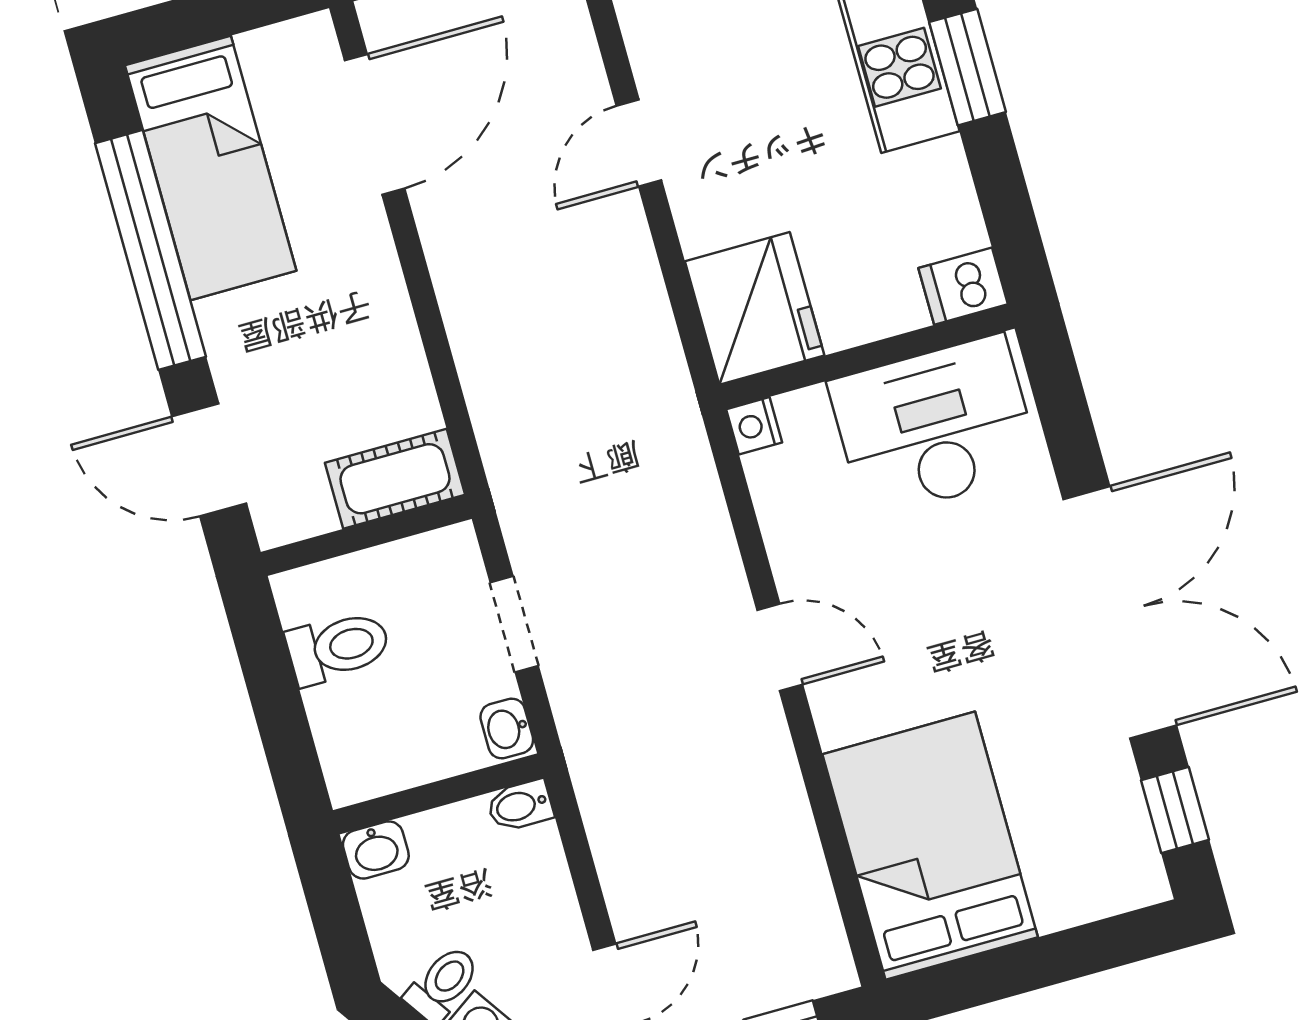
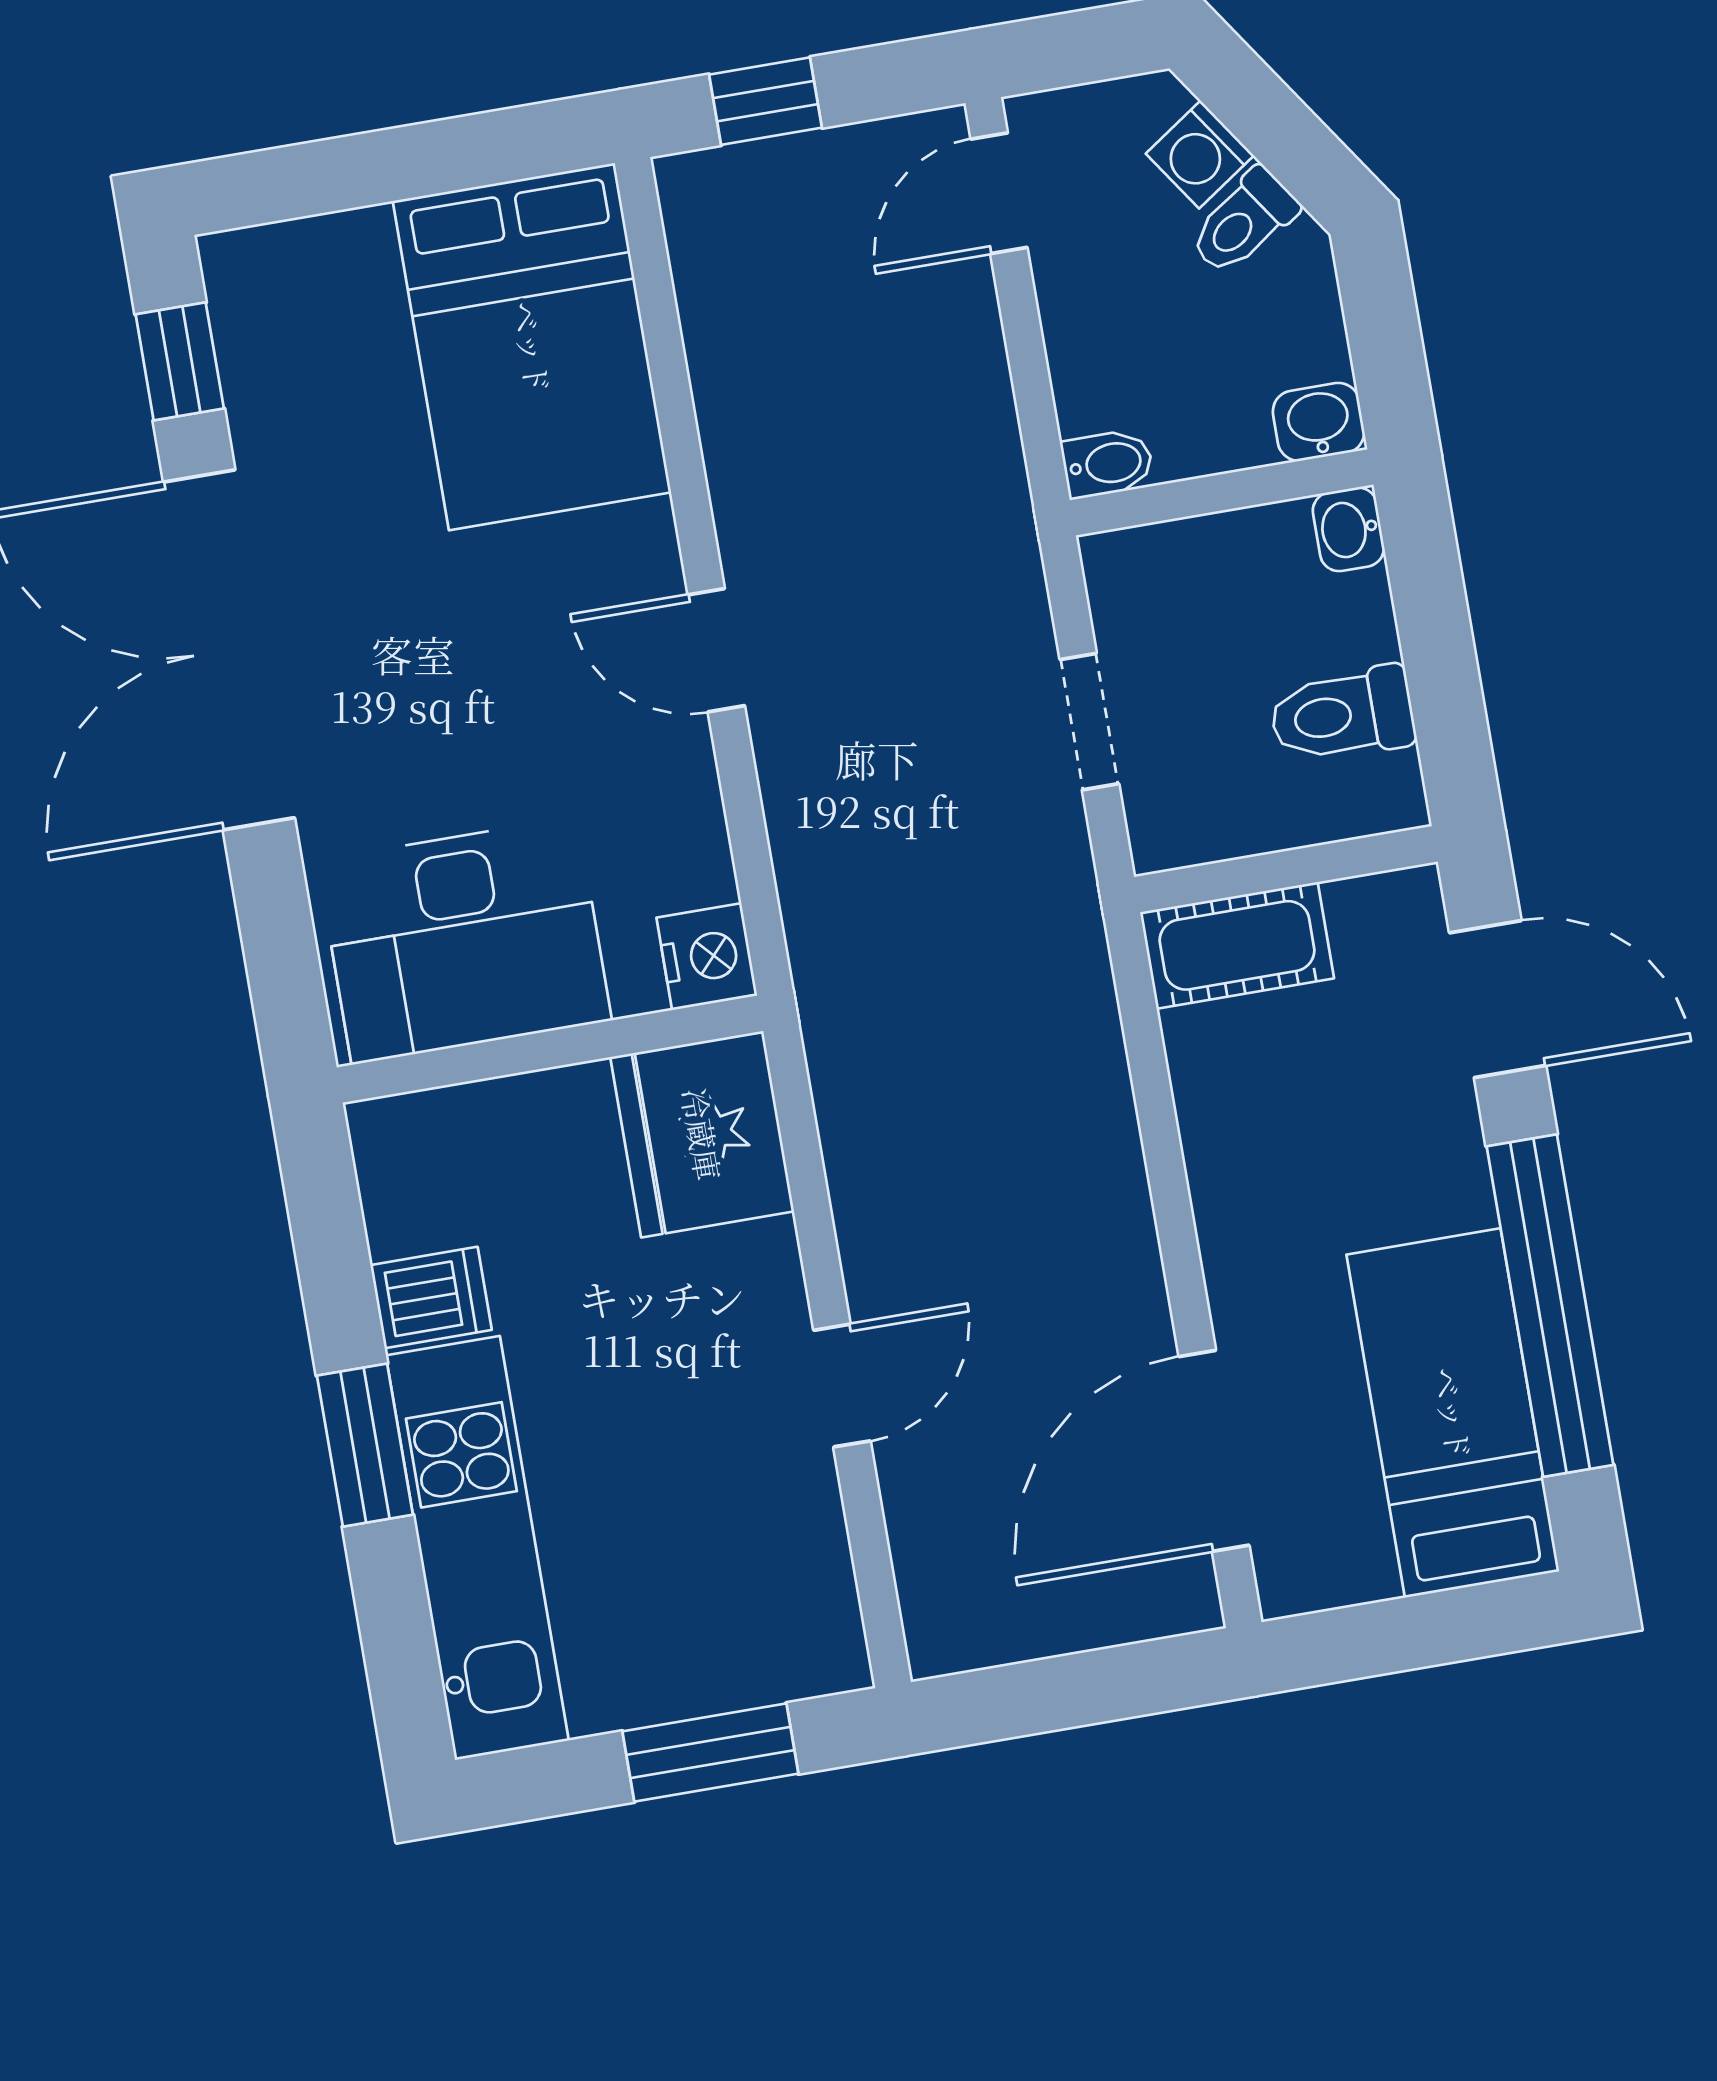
dishwasher: (963, 286) -> (431, 1297), moved
nightstand: (754, 426) -> (707, 957), width x1.39, depth x1.35
washbasin: (507, 728) -> (1348, 529), moved, turned 180

